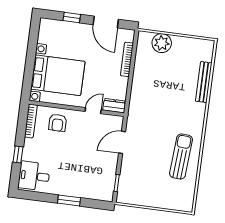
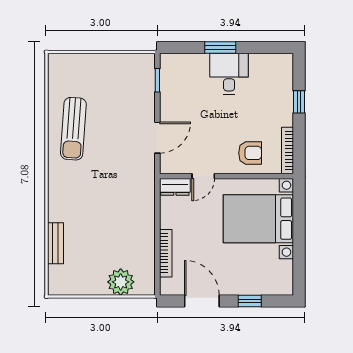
bench: (204, 82) -> (55, 243), width x0.73
armchair: (58, 123) -> (250, 153), turned 90
desk: (34, 176) -> (229, 74), moved, turned -90

